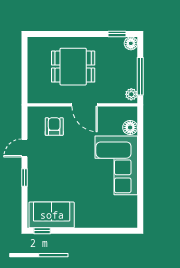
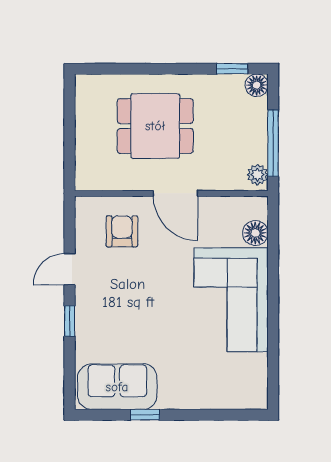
window: (42, 231) -> (145, 415), moved

